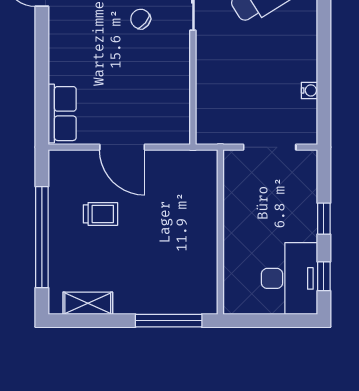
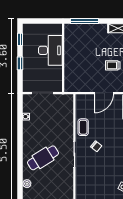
coffee table: (172, 65) -> (83, 127), added
door: (122, 147) -> (104, 93), swing flipped
desk: (289, 278) -> (50, 50), moved, turned 180

